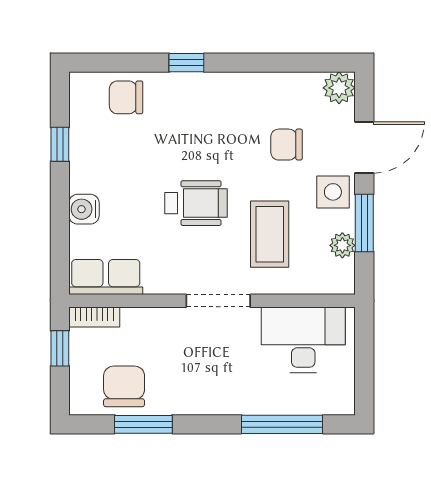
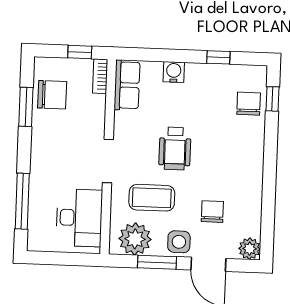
window: (186, 63) -> (272, 99), moved
plant: (342, 245) -> (135, 239), width x1.87, depth x1.87

